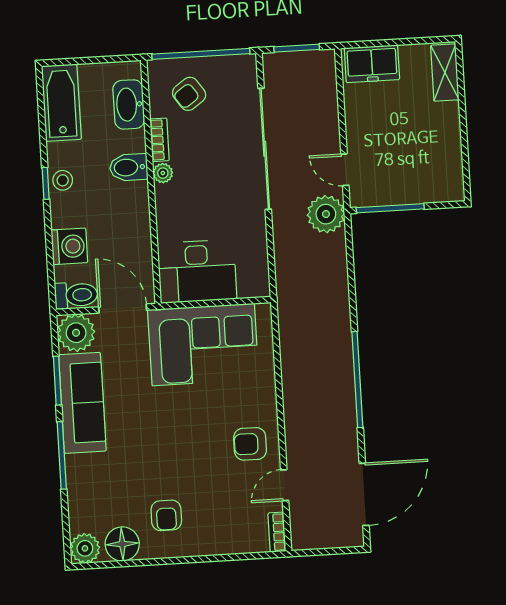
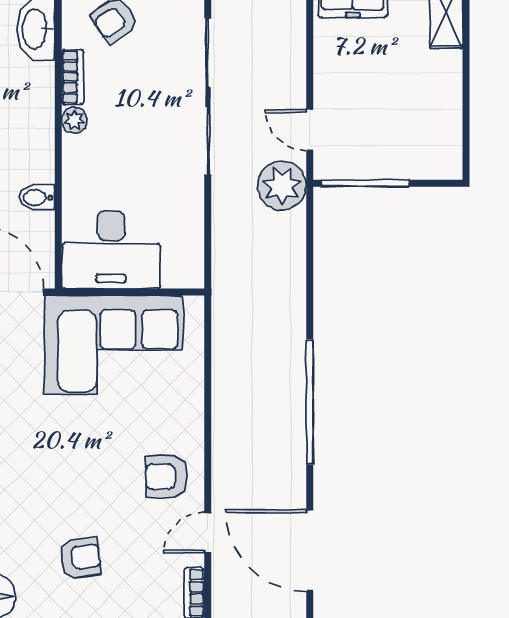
bidet: (129, 167) -> (37, 198), moved, width x0.72, depth x0.74
door: (364, 494) -> (310, 550), swing flipped
armchair: (166, 515) -> (80, 557), moved, turned -97

